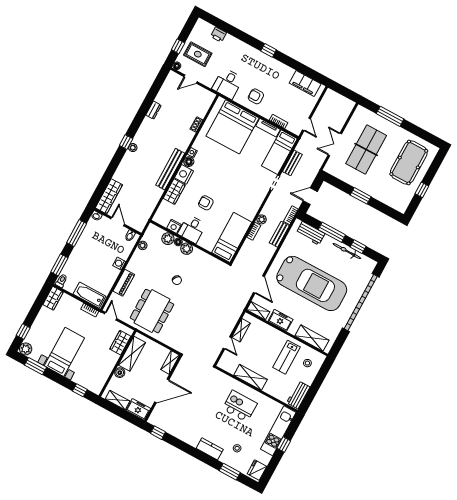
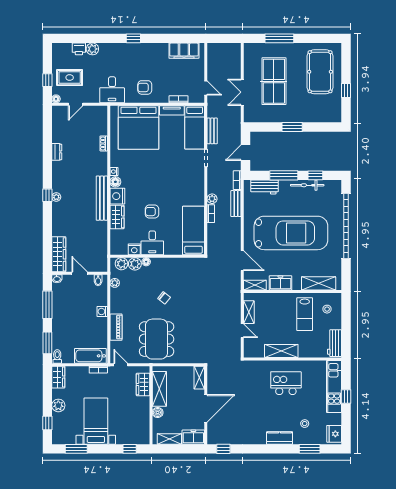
plant: (230, 41) -> (92, 49), added
plant: (187, 249) -> (121, 264), moved
plant: (26, 349) -> (58, 405), moved

